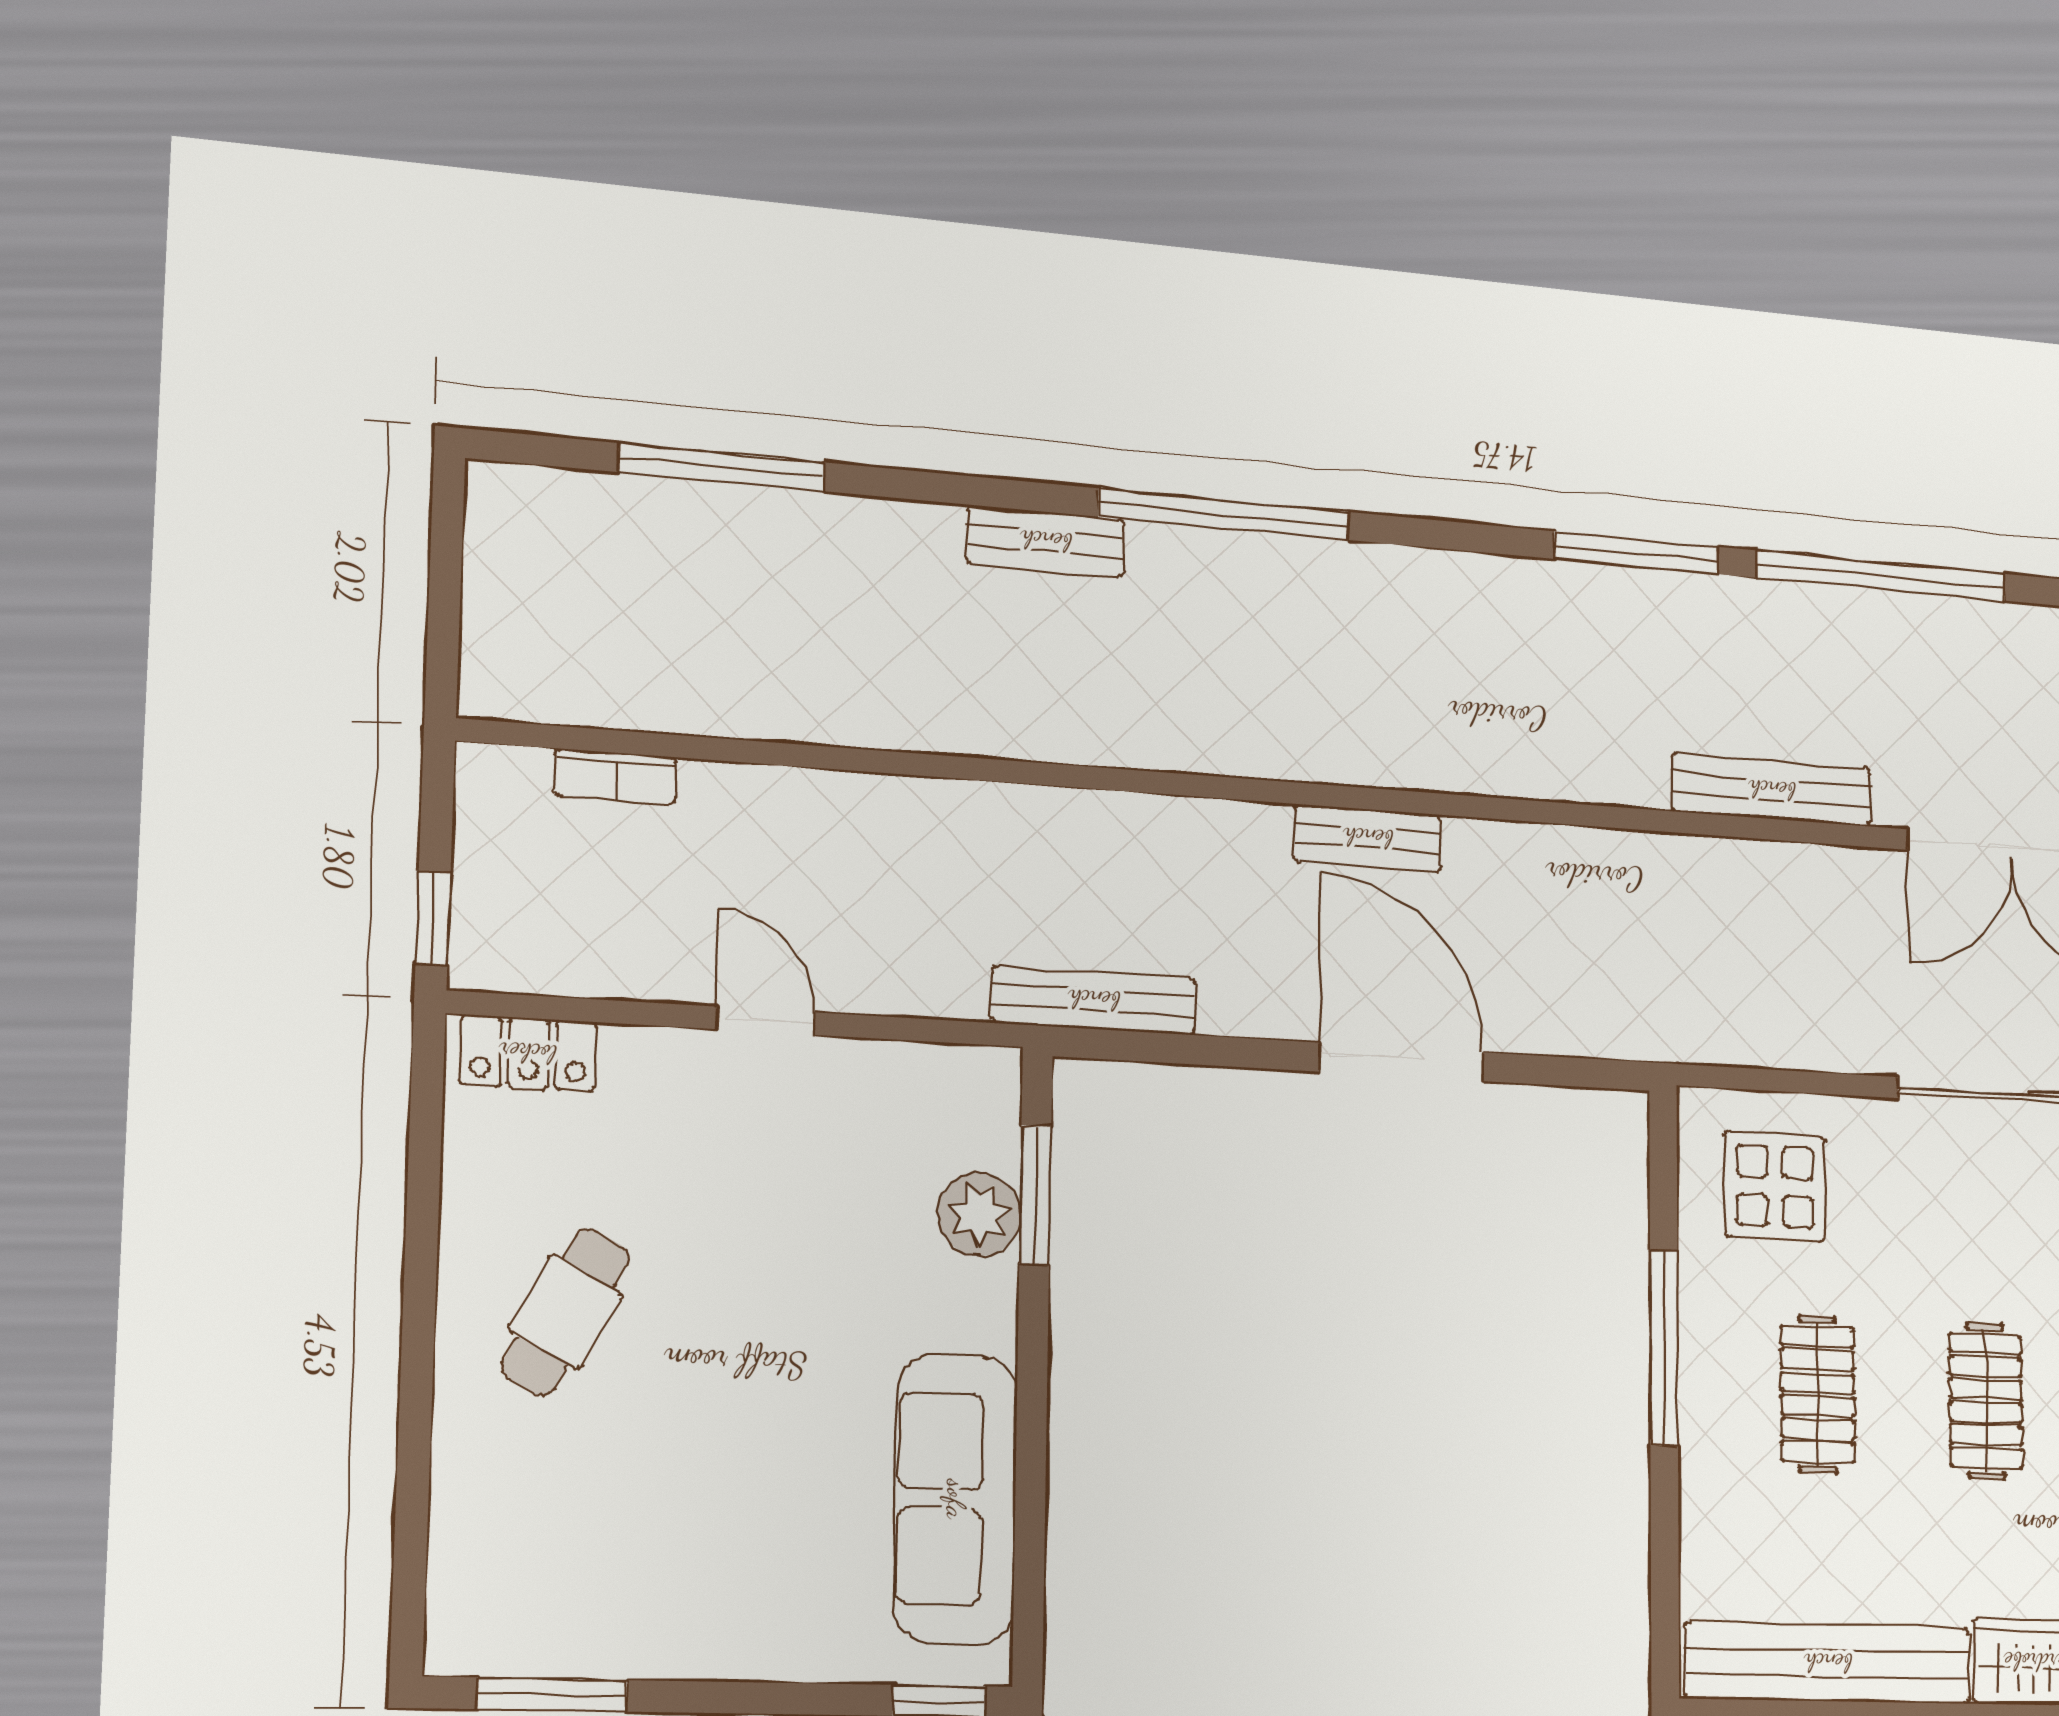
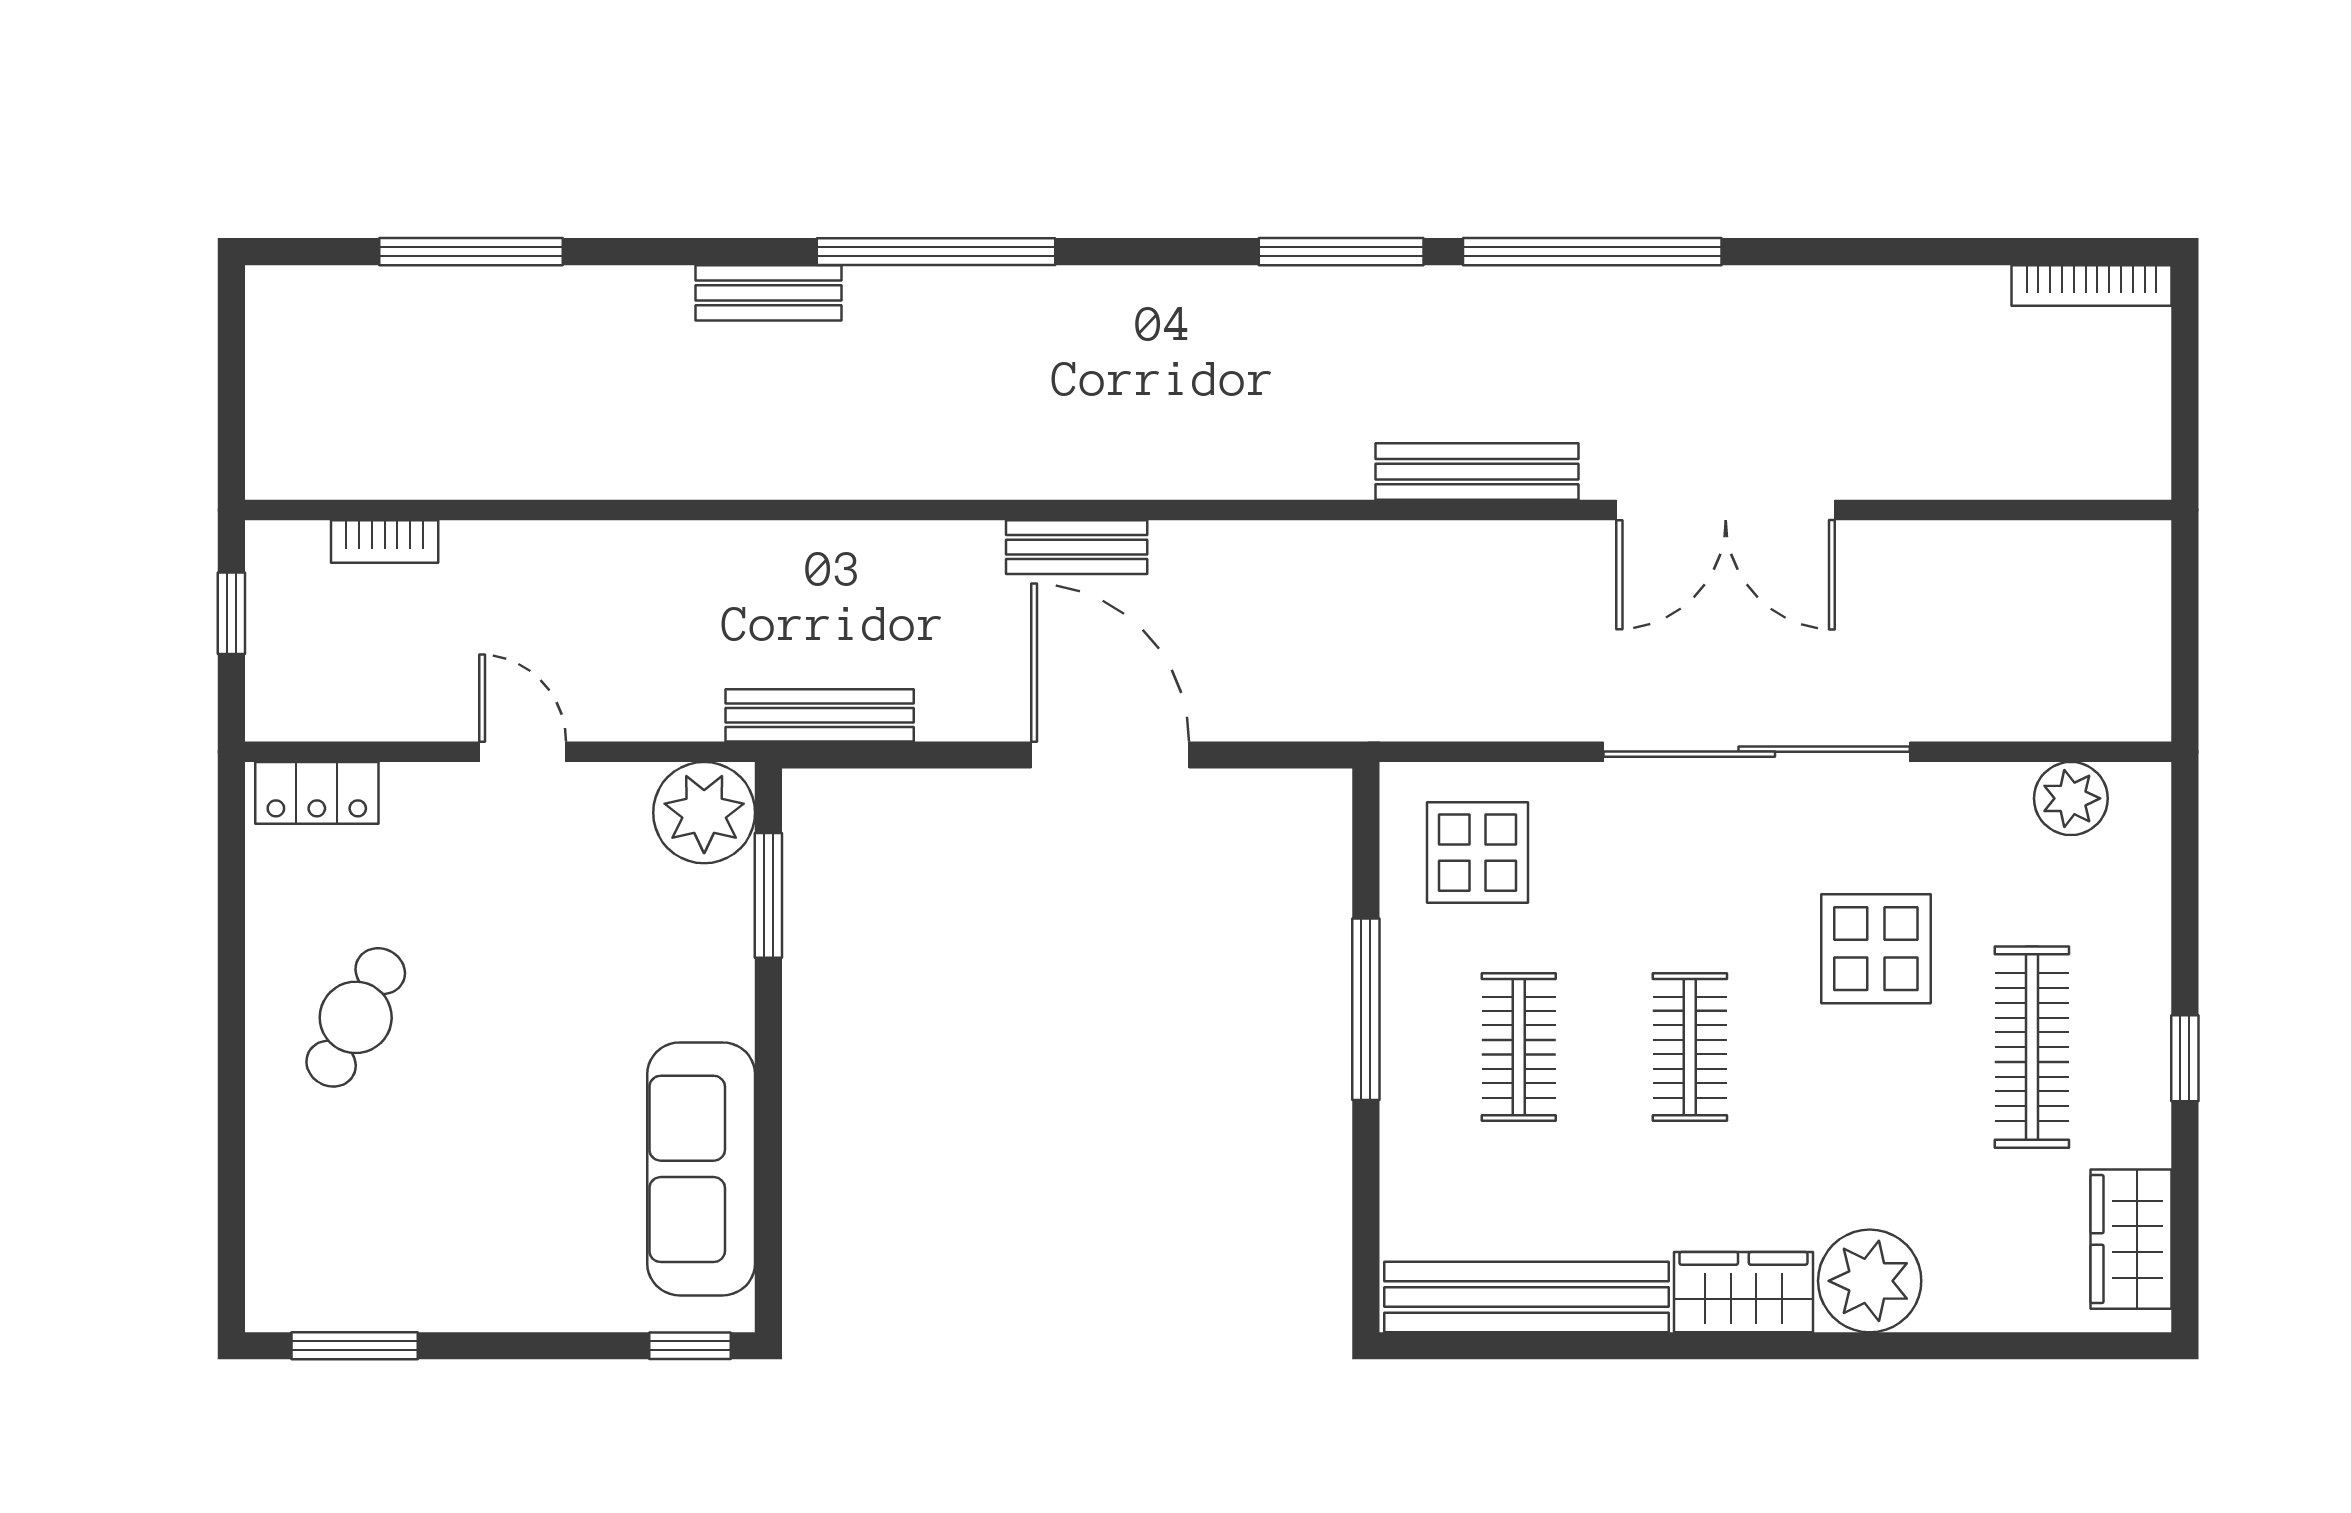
window: (433, 919) -> (231, 613), moved
plant: (979, 1214) -> (704, 813), moved, width x1.36, depth x1.36

